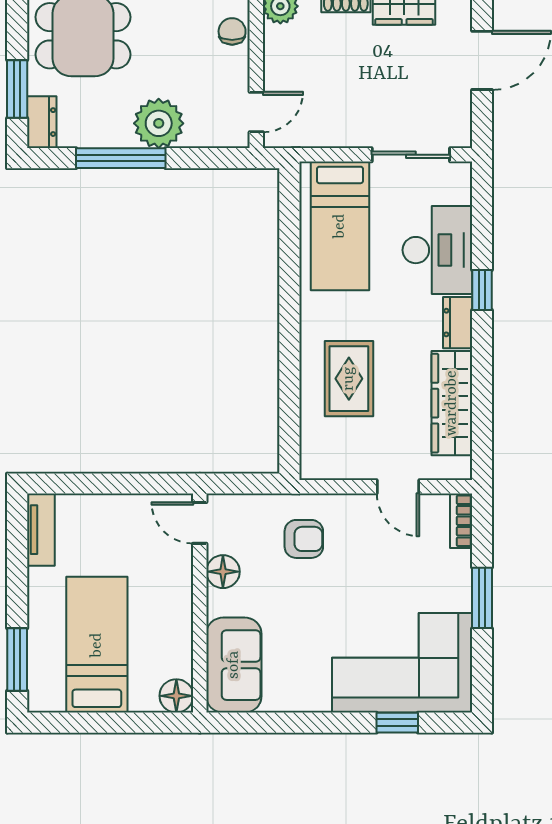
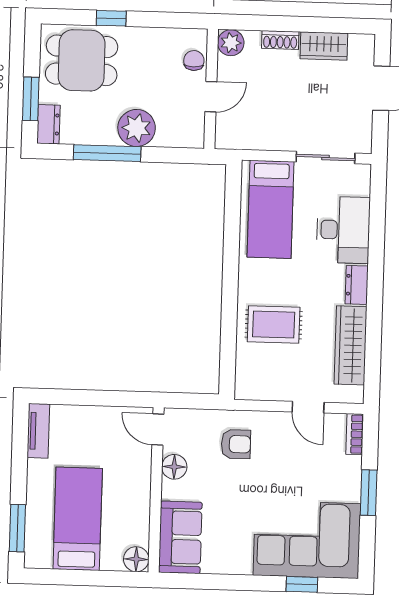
door: (256, 112) -> (211, 97), moved
window: (482, 290) -> (376, 261), removed
rug: (349, 379) -> (274, 325), turned 90

